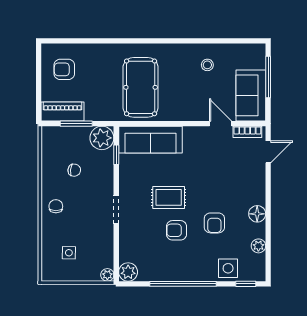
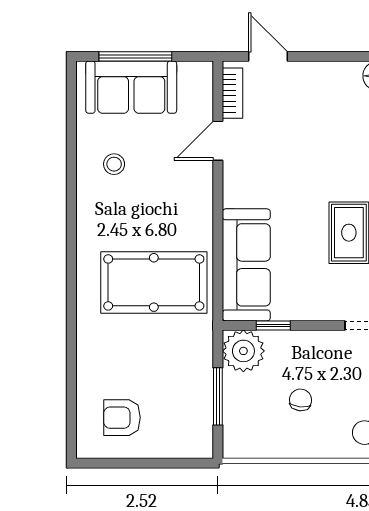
armchair: (64, 69) -> (122, 418), turned 90
sofa: (251, 95) -> (131, 87), moved
piano: (63, 111) -> (197, 421), removed

